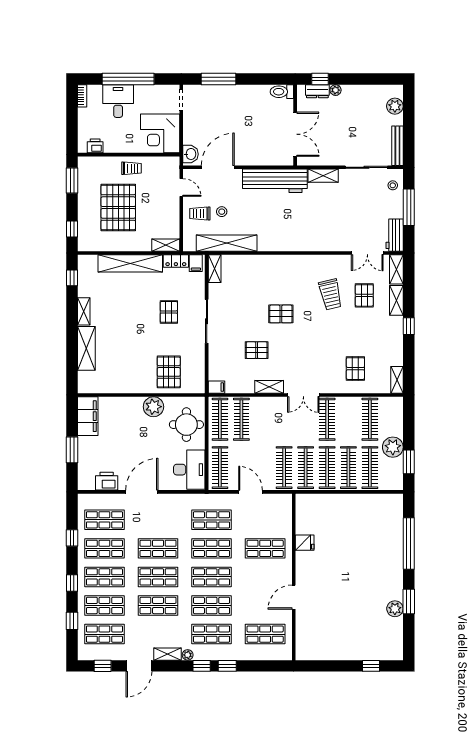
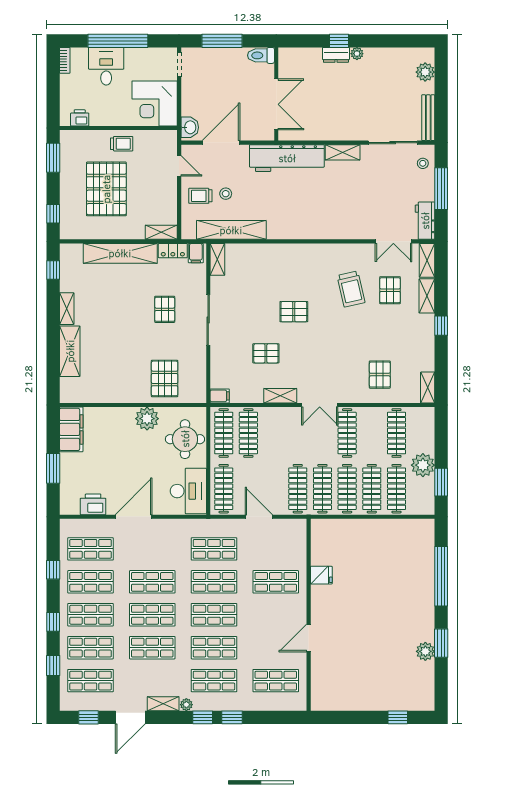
toilet: (282, 92) -> (261, 55), moved
wall: (295, 125) -> (276, 94), moved
double door: (295, 134) -> (276, 104), moved

